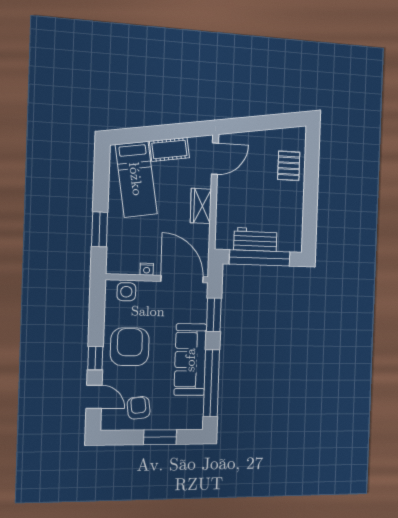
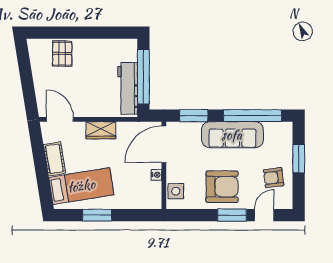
pallet: (289, 166) -> (62, 54), turned 90
window: (100, 229) -> (97, 215), moved
workbench: (255, 239) -> (128, 88), width x1.38
armchair: (130, 347) -> (222, 187), turned 180
window: (95, 358) -> (232, 215), width x1.50

